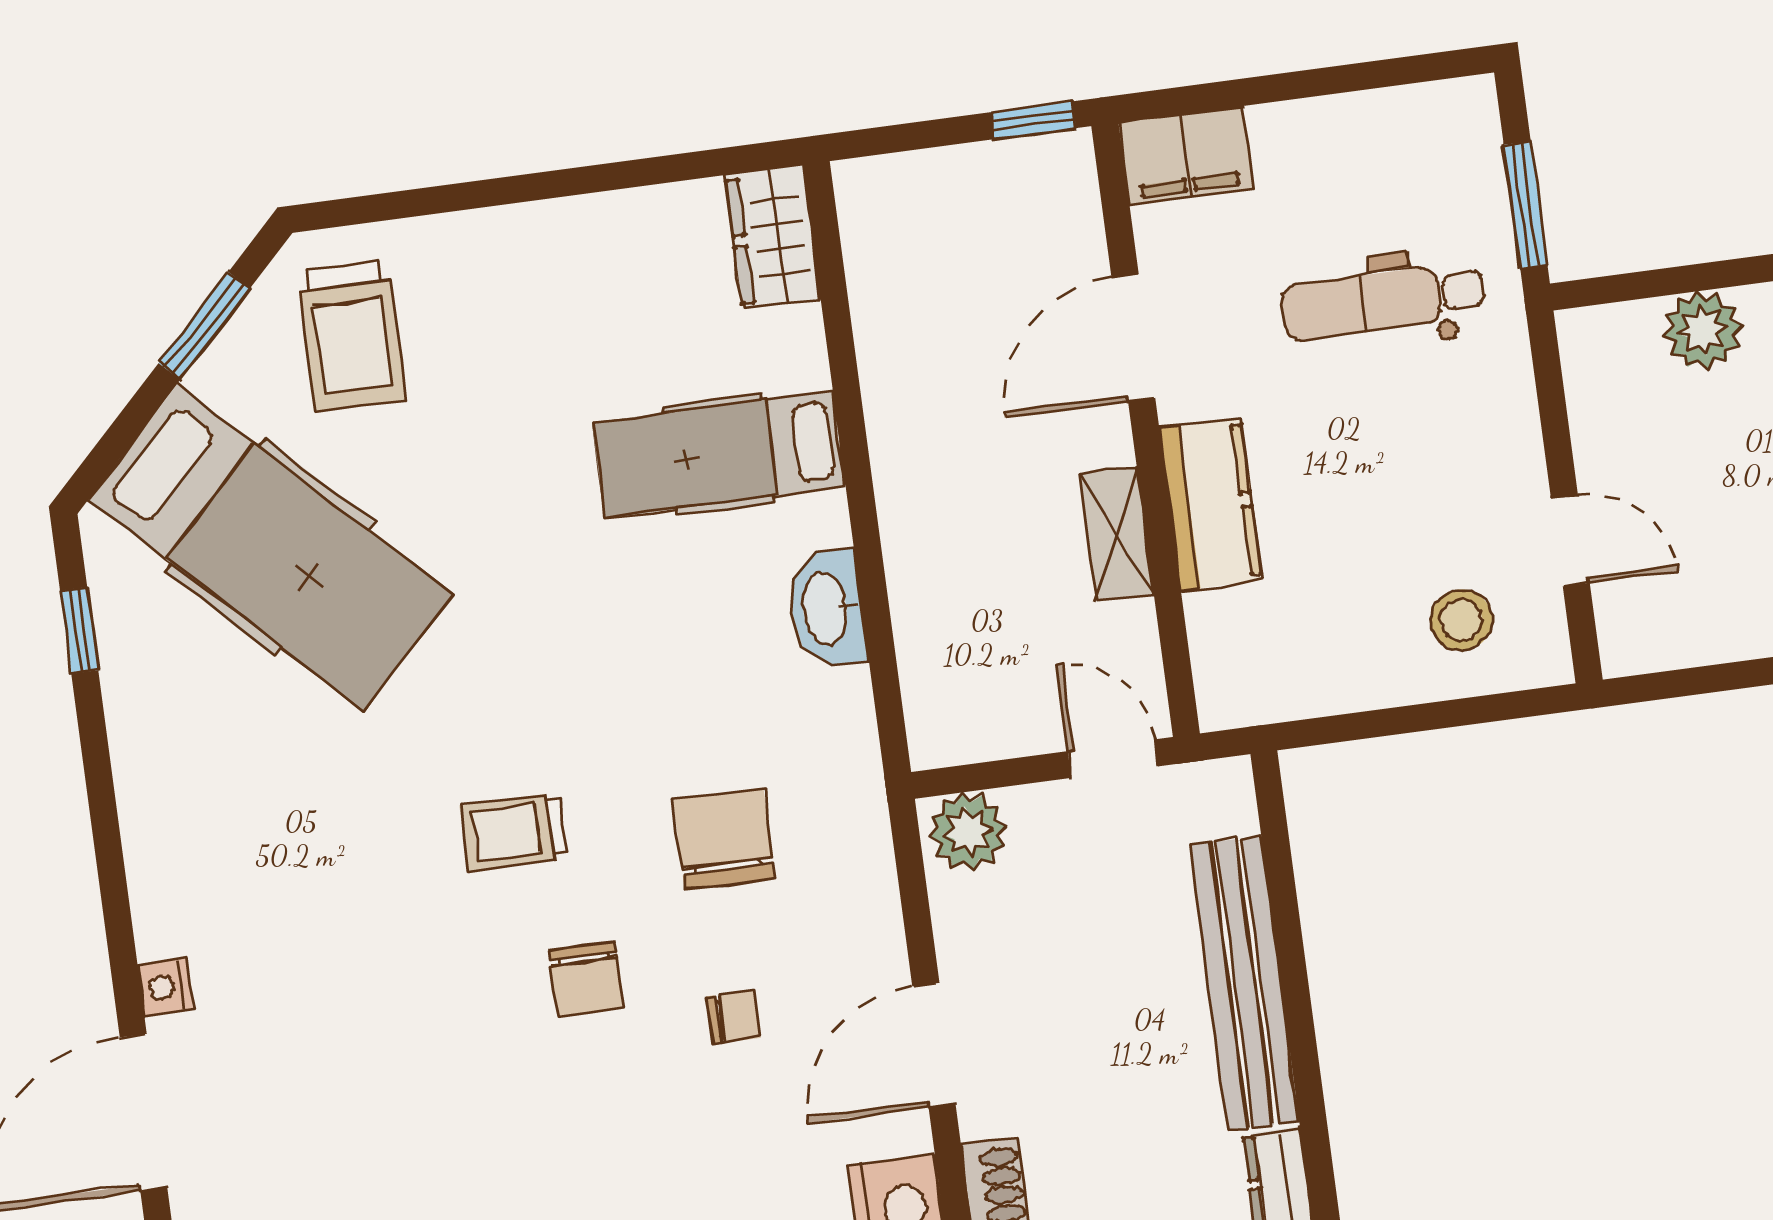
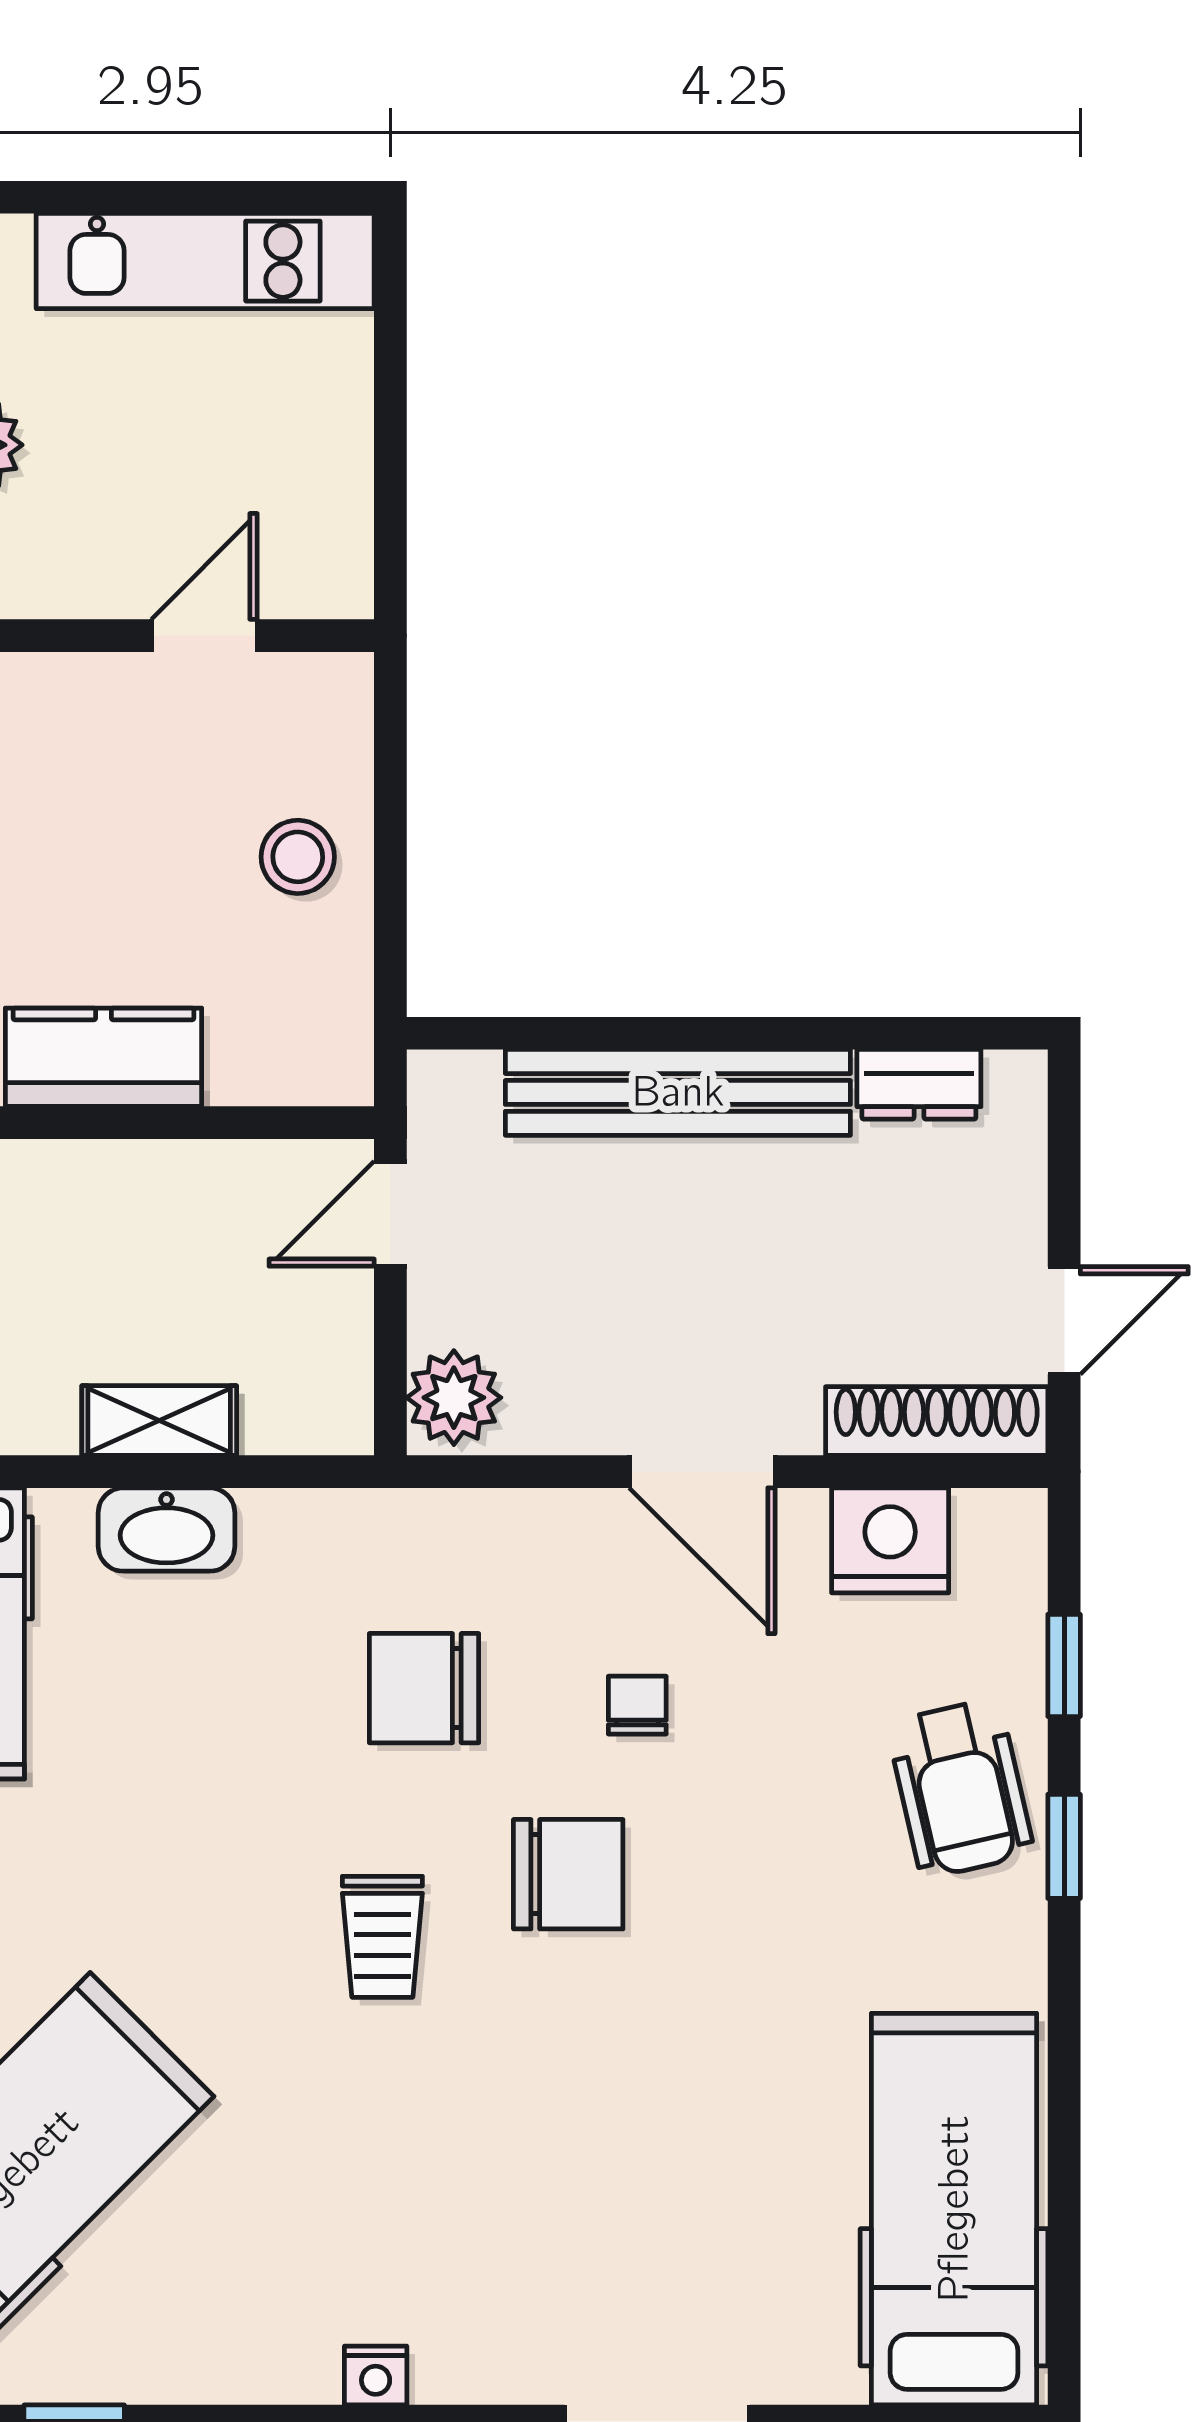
shelving: (1117, 534) -> (159, 1420), moved
stool: (1461, 620) -> (298, 857), moved
chair: (586, 979) -> (568, 1874), width x1.37, depth x1.37
nightstand: (165, 987) -> (376, 2376), moved

